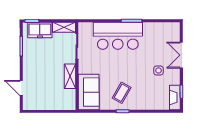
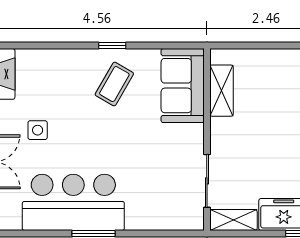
bar counter: (118, 36) -> (73, 202), moved
shelving: (70, 76) -> (221, 91), moved

